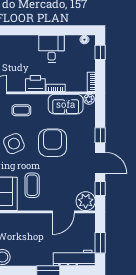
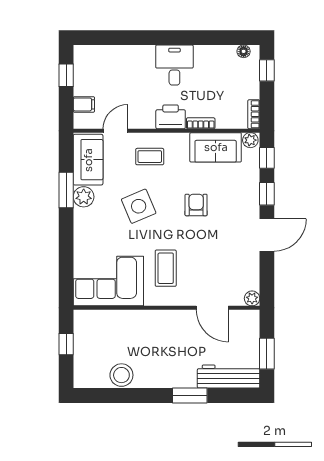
desk: (52, 49) -> (174, 65), moved
armchair: (53, 143) -> (196, 205), width x0.53, depth x0.53
door: (100, 163) -> (267, 235), hinge flipped
window: (100, 189) -> (267, 158), moved
plant: (86, 201) -> (252, 298), width x0.53, depth x0.53
door: (63, 212) -> (212, 308), hinge flipped

